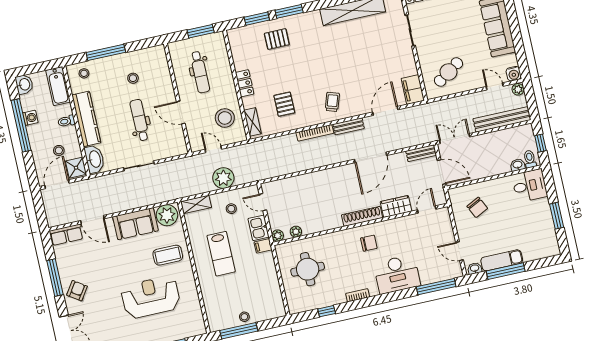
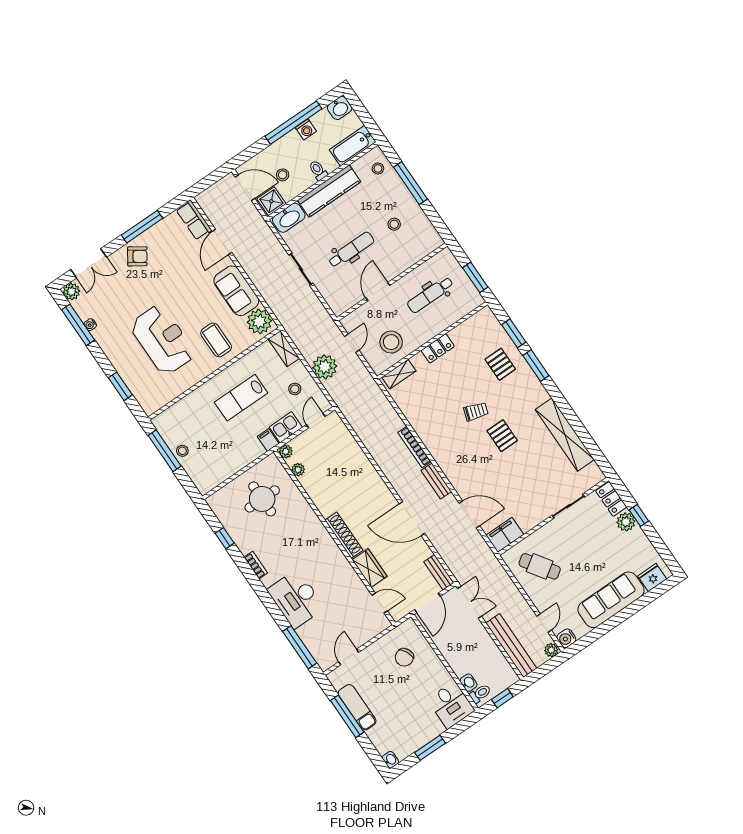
trolley: (332, 102) -> (476, 411), moved
pallet: (284, 104) -> (502, 436), moved, turned 90
chair: (369, 243) -> (318, 555), removed
washbasin: (475, 268) -> (390, 760), moved

